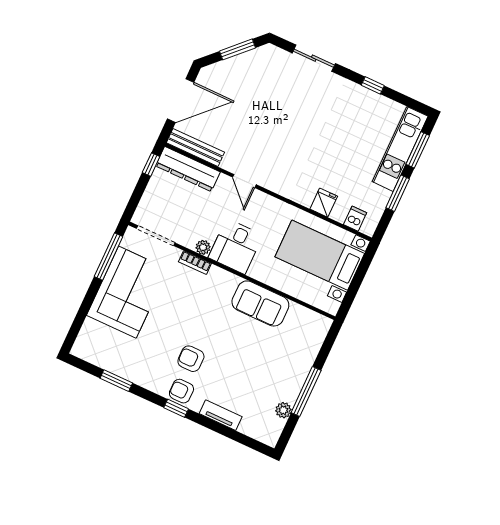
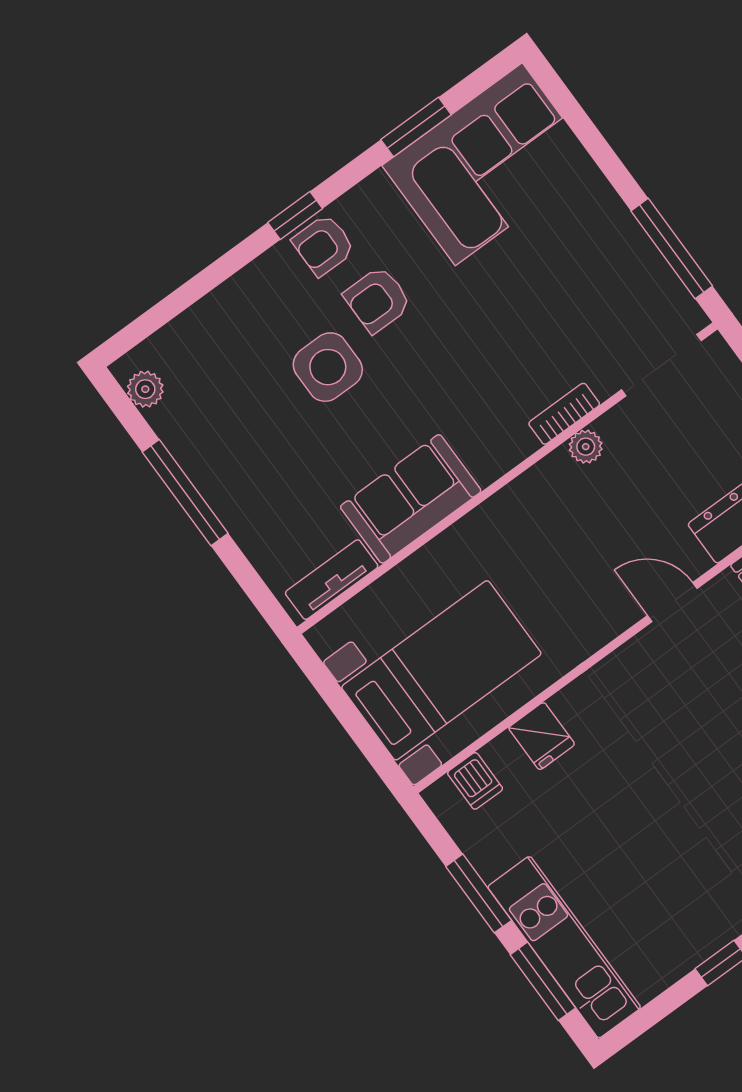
desk: (236, 246) -> (552, 513), removed
corner sofa: (127, 292) -> (489, 164), moved, turned -90
armchair: (191, 359) -> (377, 300), turned 180
side table: (227, 363) -> (328, 367), added
armchair: (181, 391) -> (323, 245), turned 180
plant: (283, 410) -> (145, 389), moved
tv unit: (221, 415) -> (332, 580), moved, turned 180

